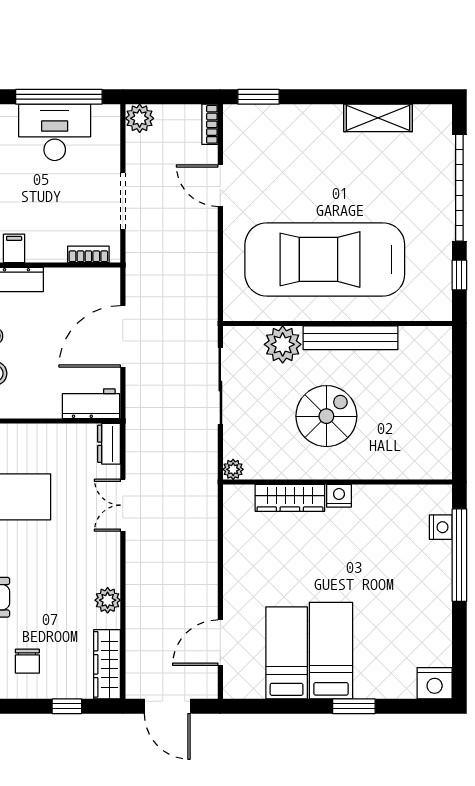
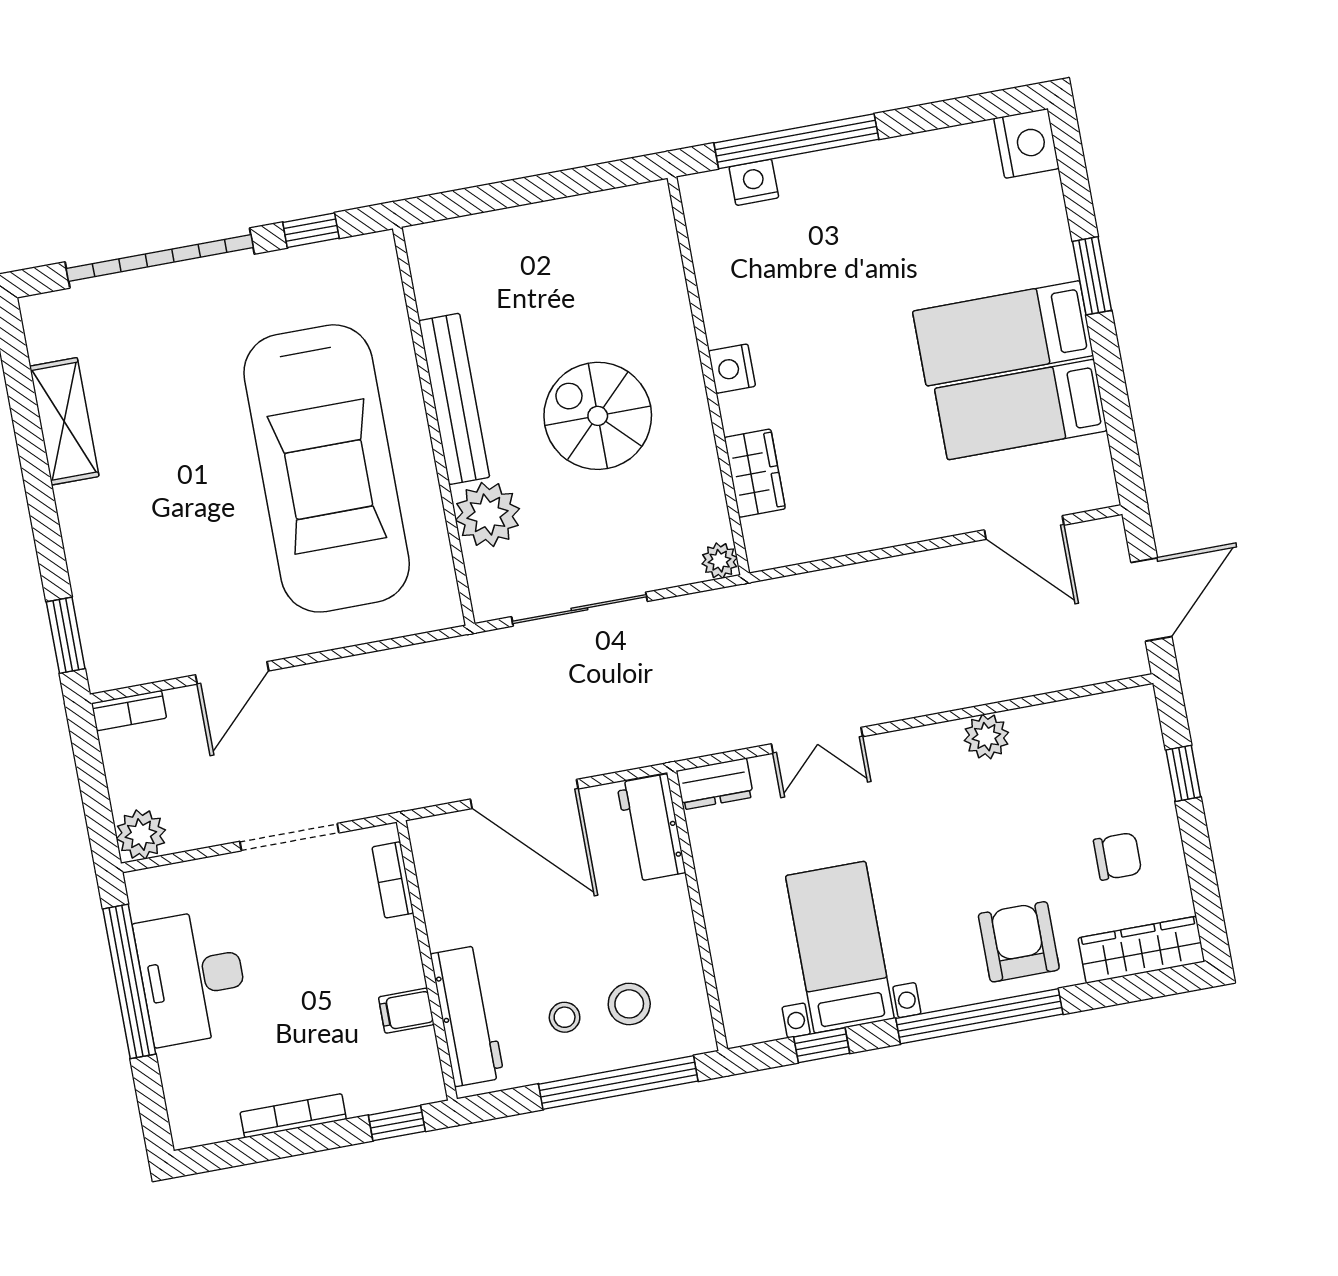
wardrobe: (290, 498) -> (755, 473), width x0.67
wardrobe: (107, 664) -> (1098, 717), removed

